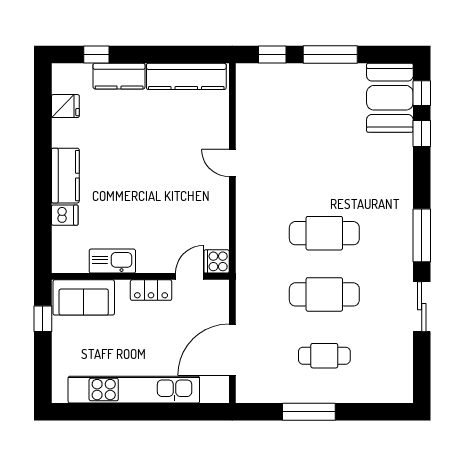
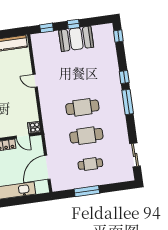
window: (330, 55) -> (73, 24), width x0.46
booth: (390, 98) -> (76, 39), moved, turned 90
window: (422, 134) -> (124, 77), moved
door: (190, 276) -> (23, 136), swing flipped
sliding door: (422, 307) -> (135, 155), moved

